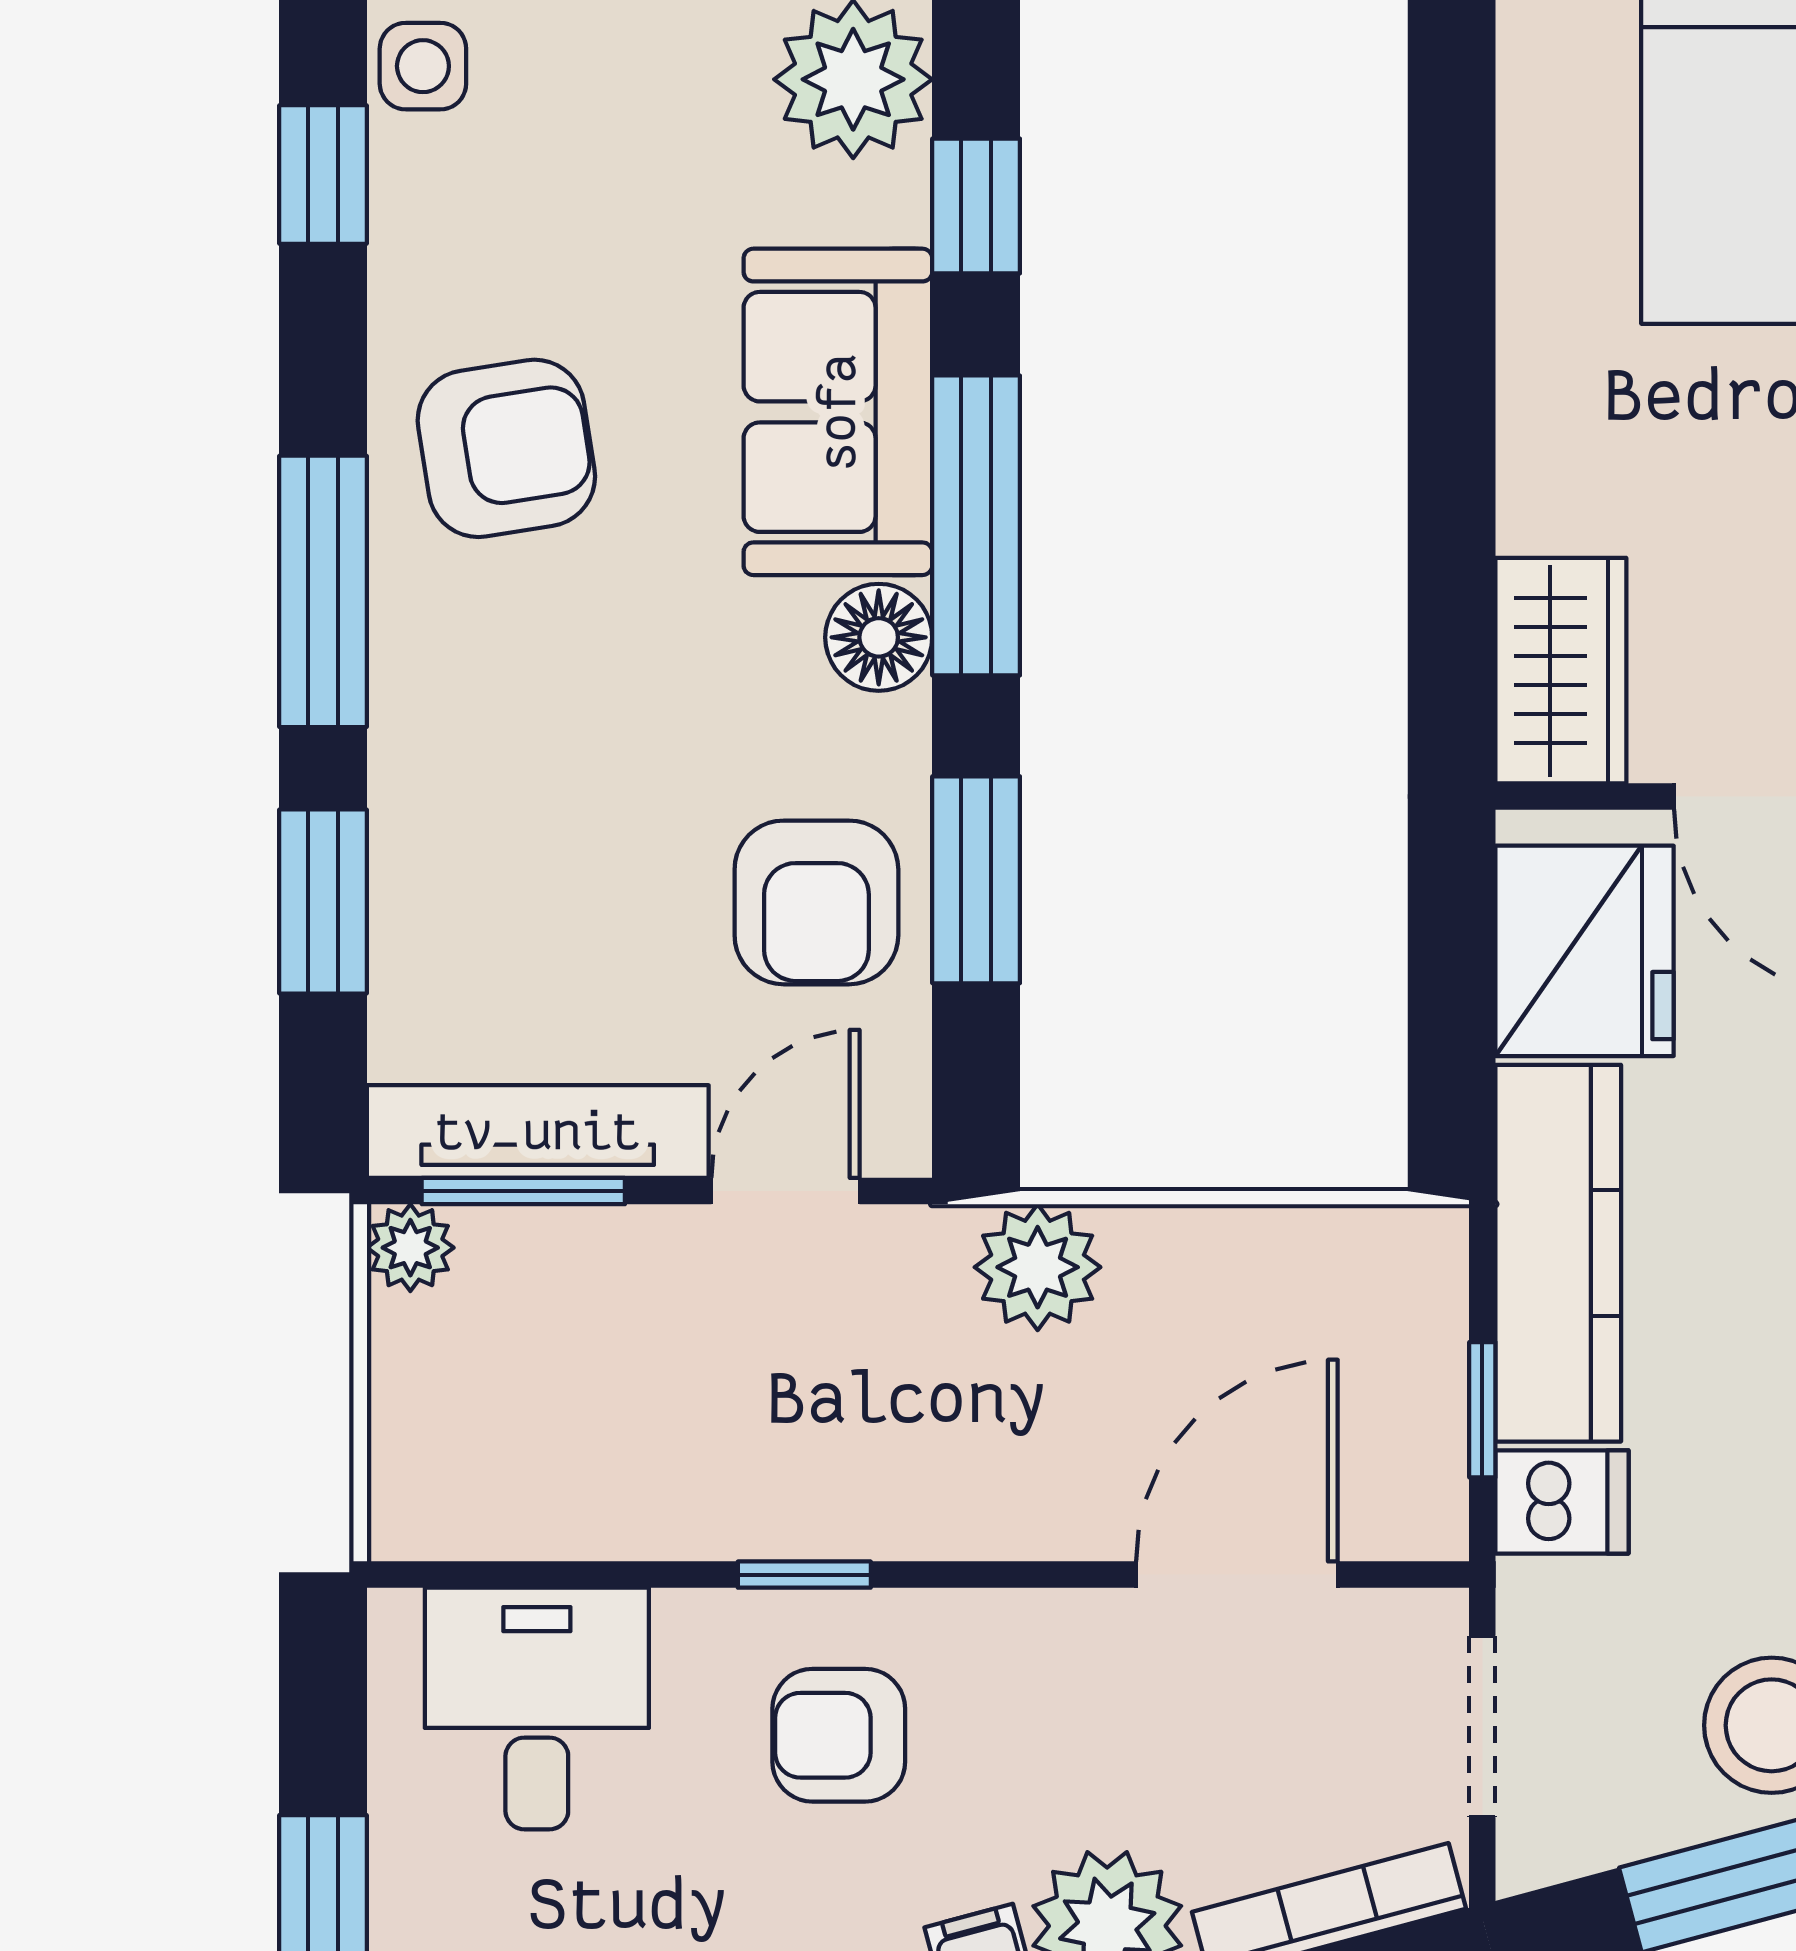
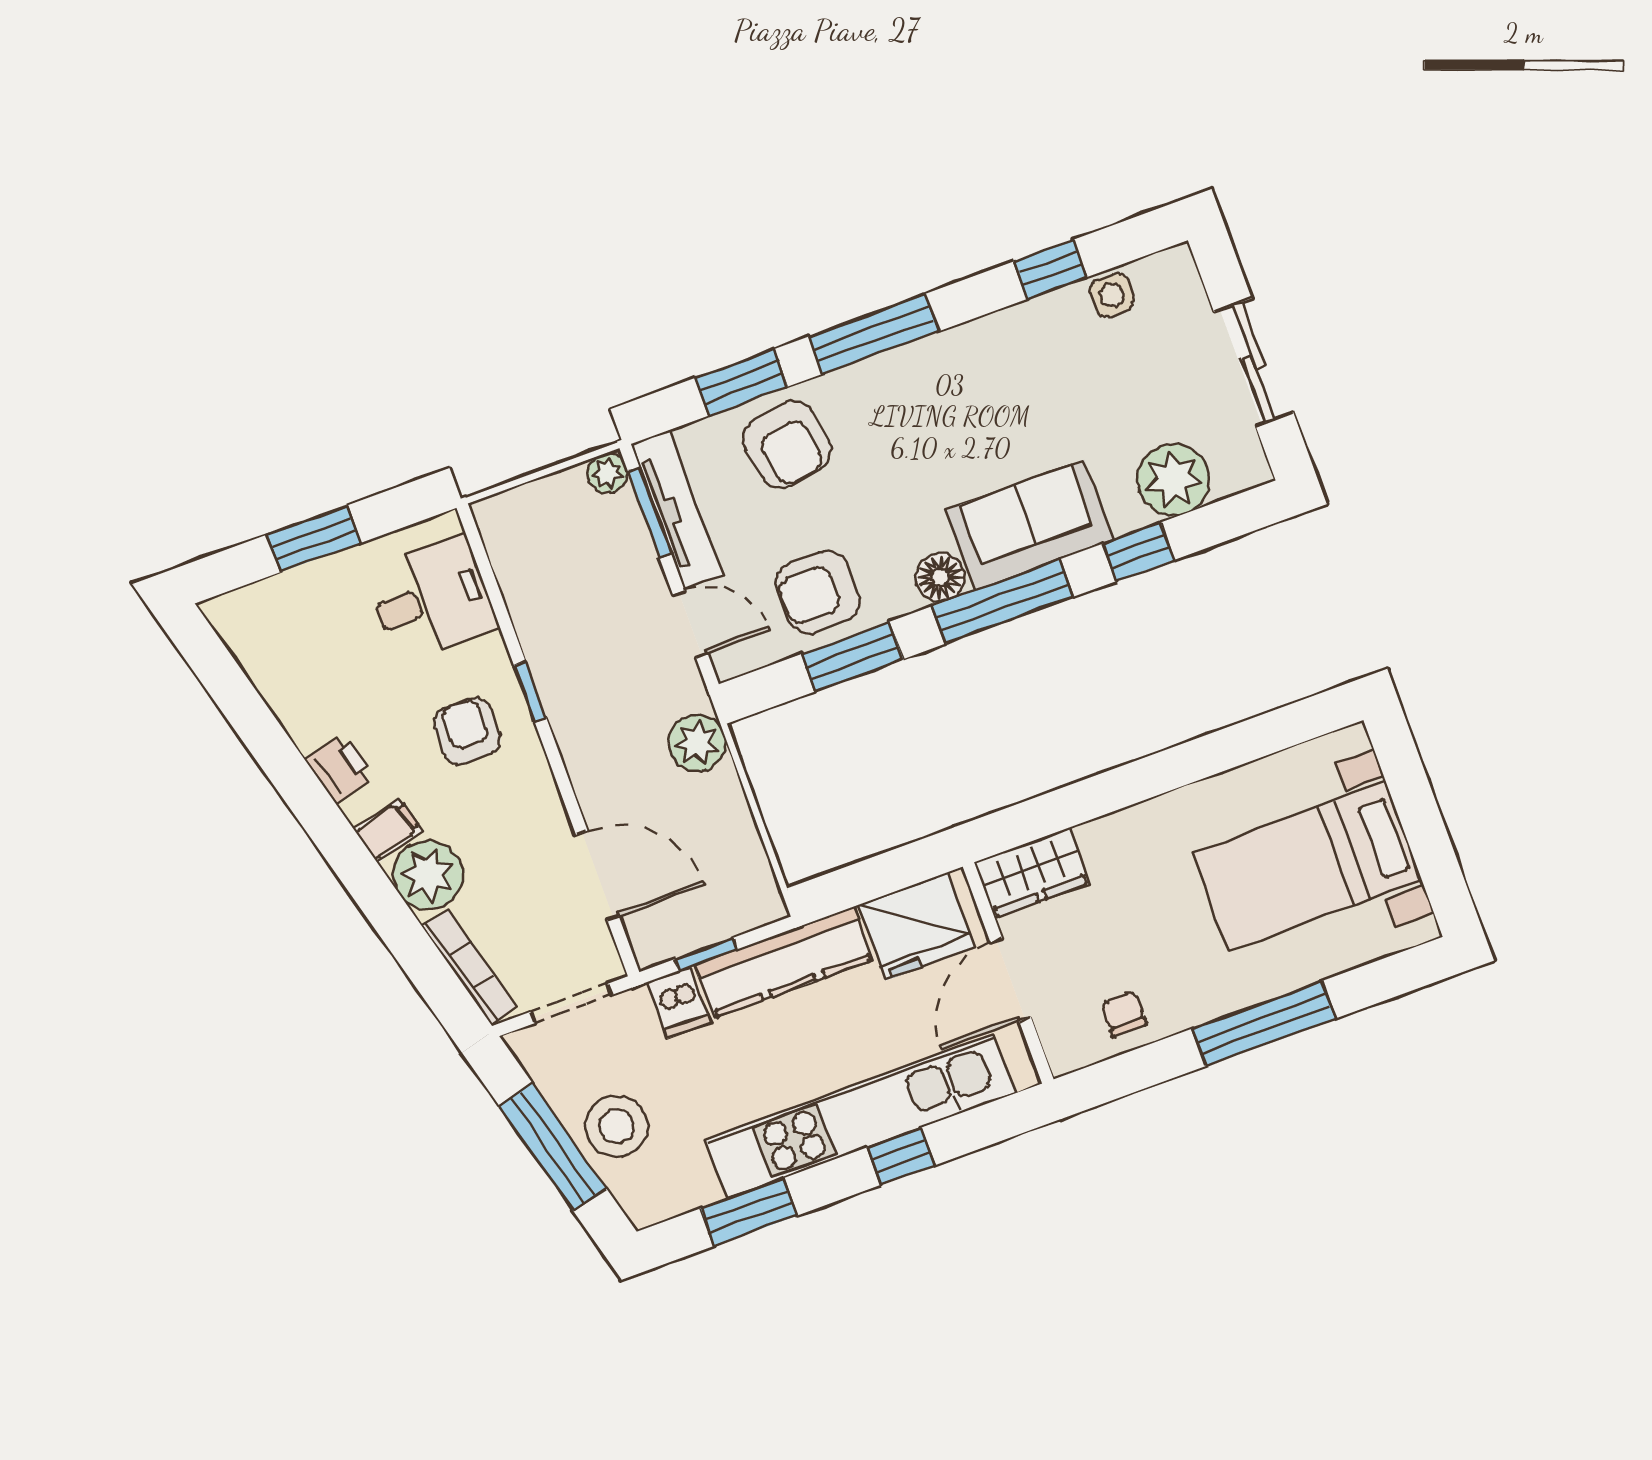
armchair: (506, 448) -> (787, 444), moved

